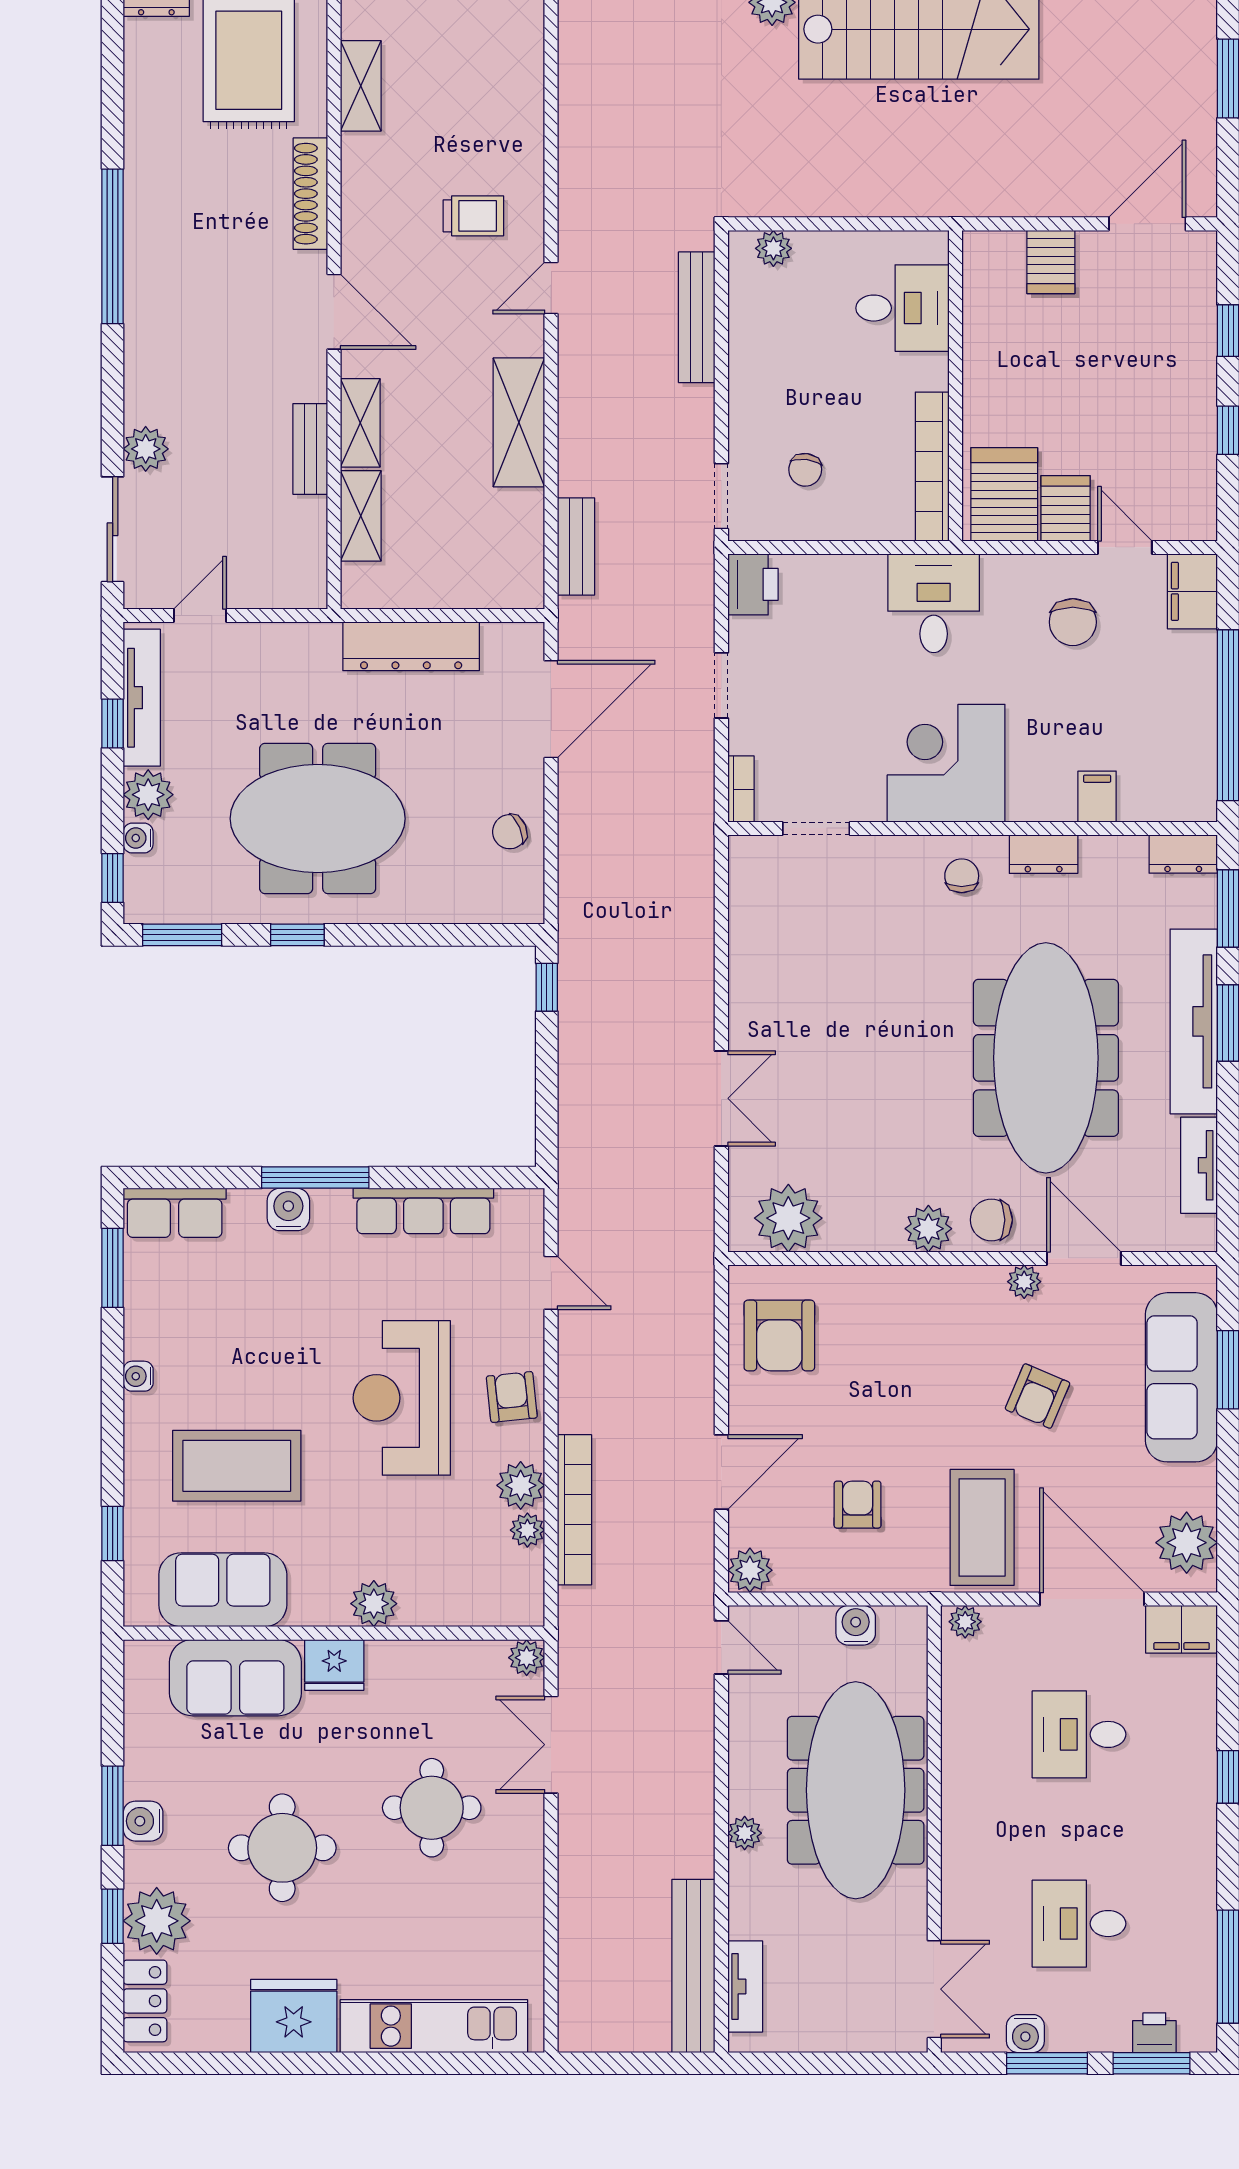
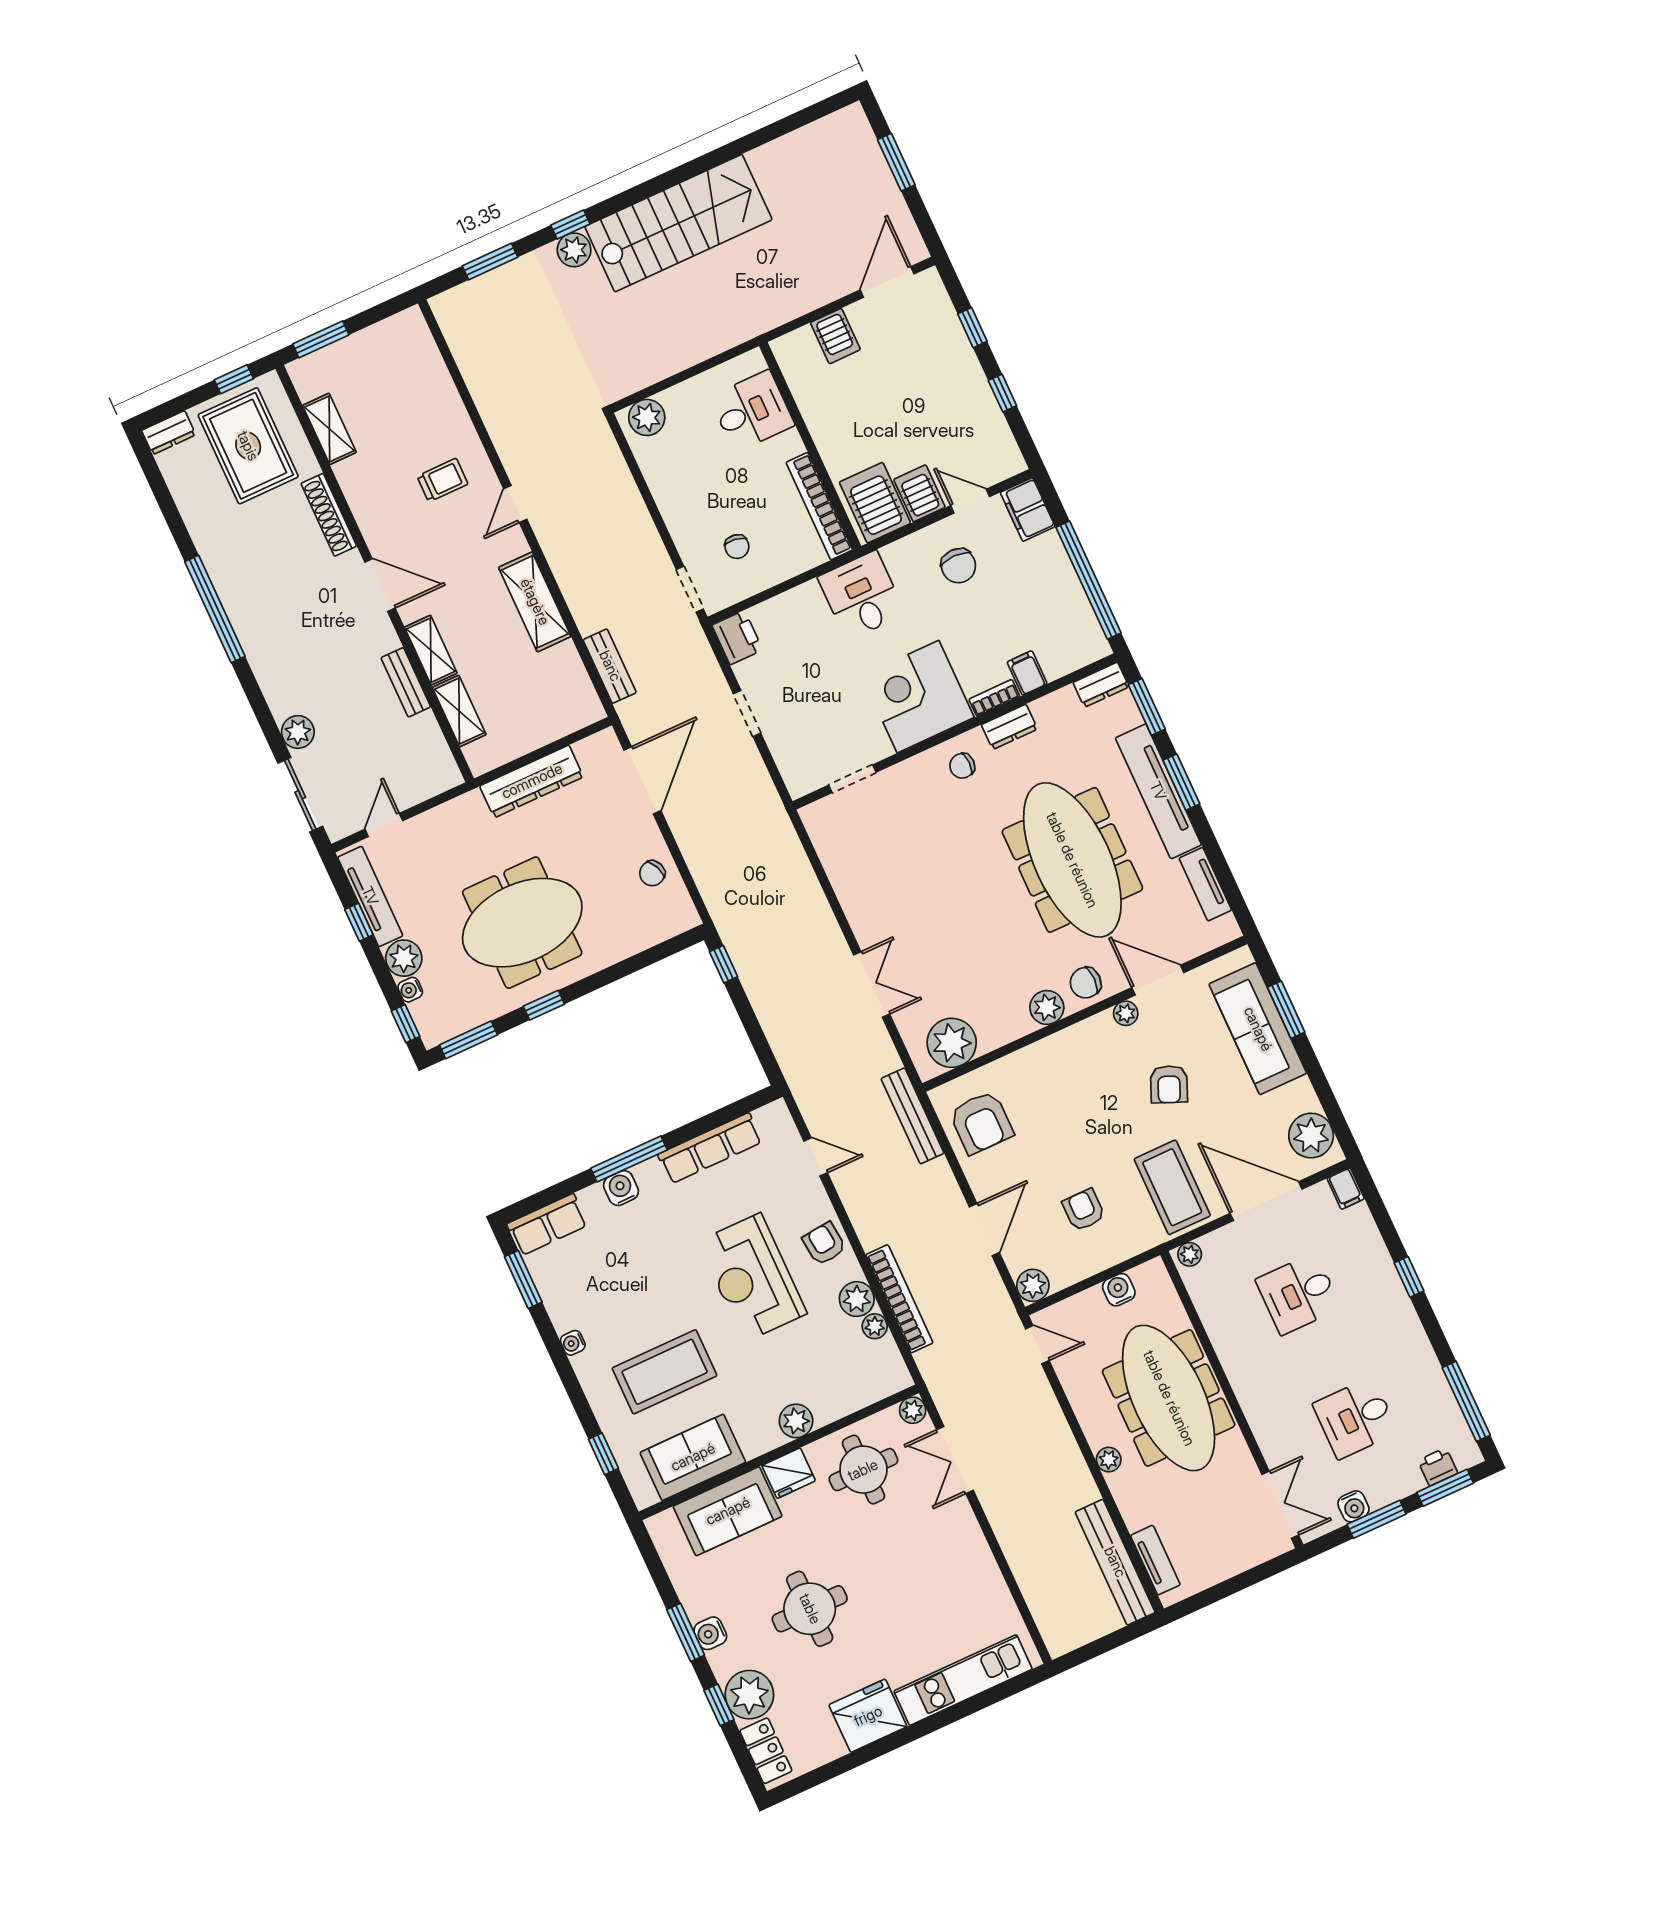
plant: (773, 248) -> (647, 417), width x1.38, depth x1.38
bench: (697, 317) -> (912, 1116), moved
bookcase: (741, 789) -> (994, 698), moved, turned -90
chair: (962, 876) -> (962, 766), turned -90
filing cabinet: (1182, 1629) -> (1346, 1189), width x0.50
round table: (432, 1808) -> (863, 1470), moved

